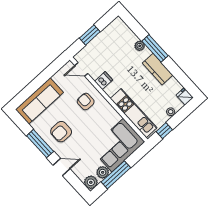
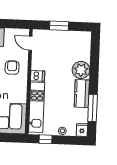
plant: (140, 46) -> (81, 70), width x1.88, depth x1.88
window: (155, 48) -> (93, 108), moved
dishwasher: (104, 81) -> (38, 76), moved

